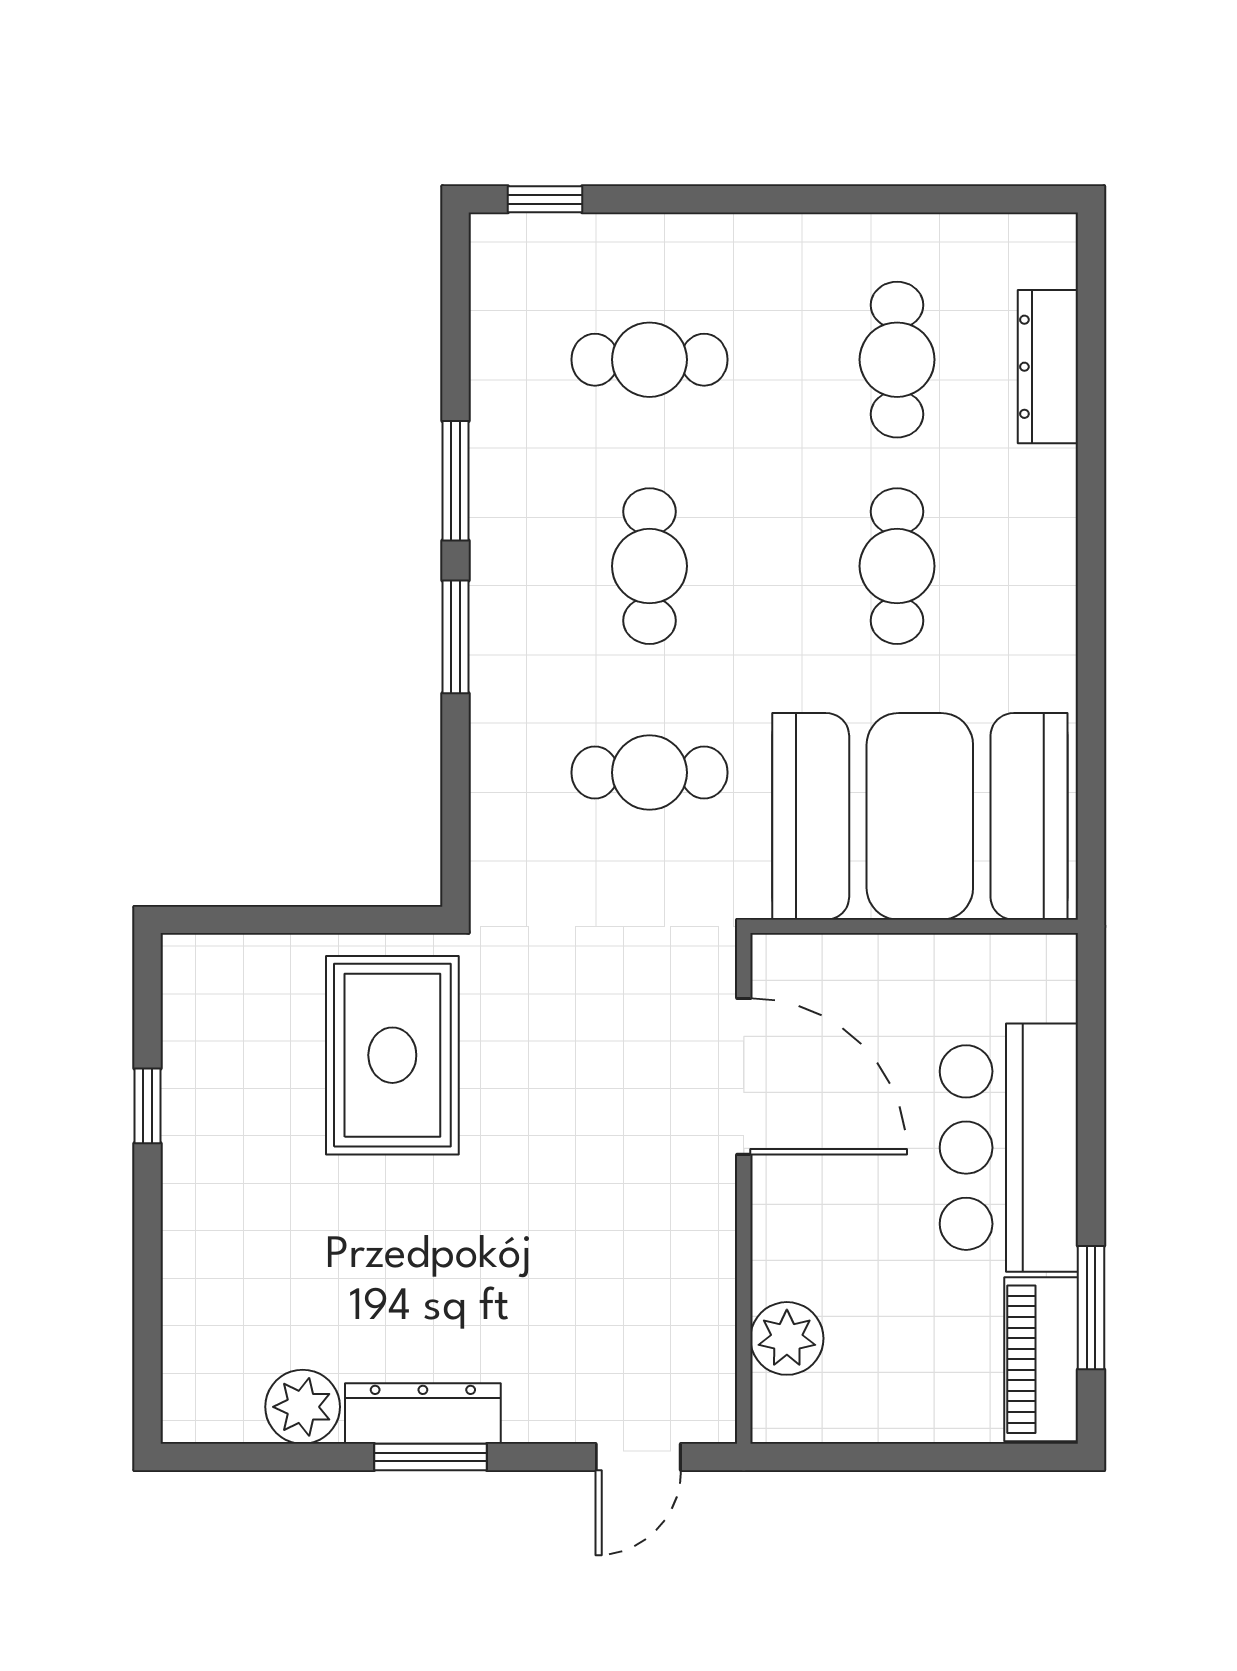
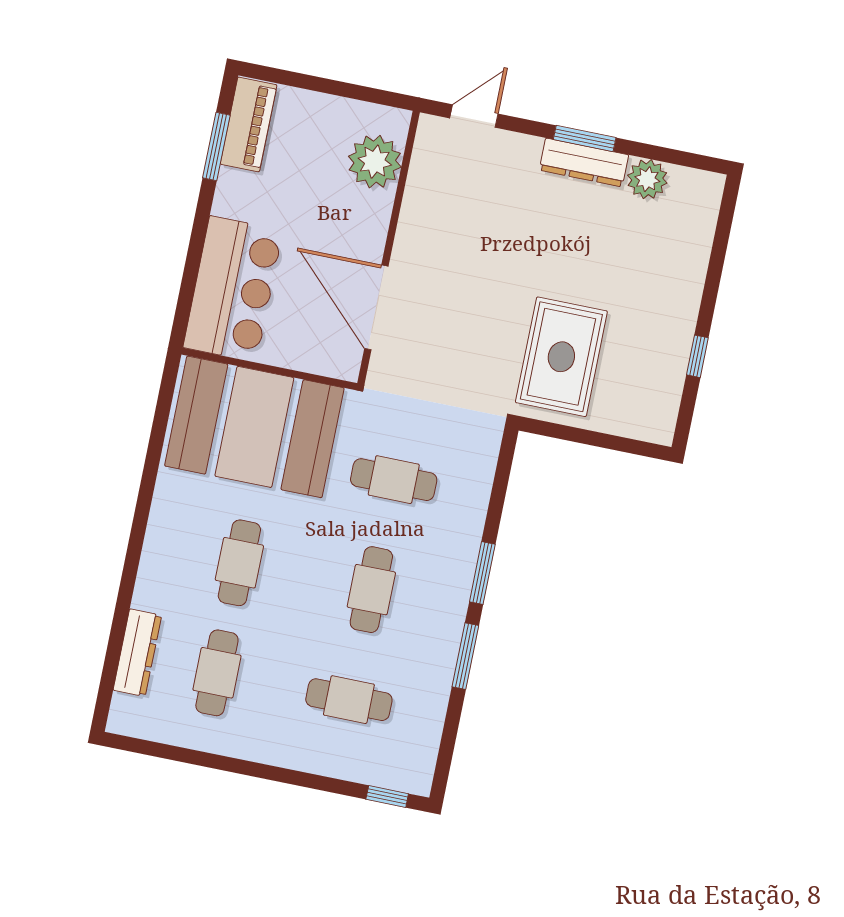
bar counter: (1009, 1148) -> (233, 289), moved
plant: (787, 1338) -> (375, 162), width x1.36, depth x1.36

